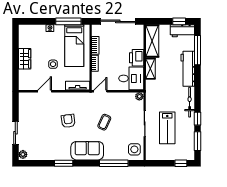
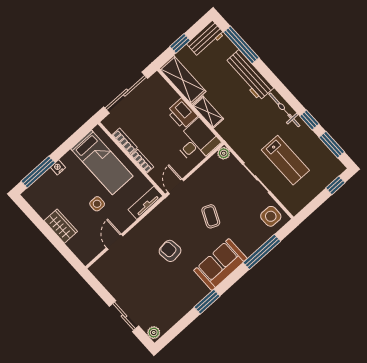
window: (68, 21) -> (38, 172), moved
window: (179, 21) -> (180, 43), moved

